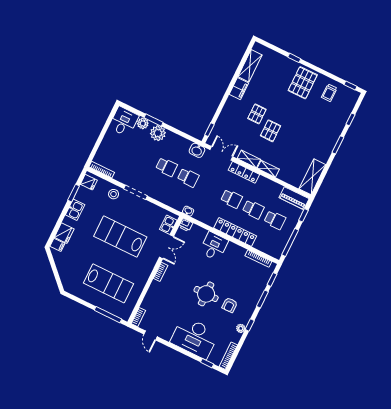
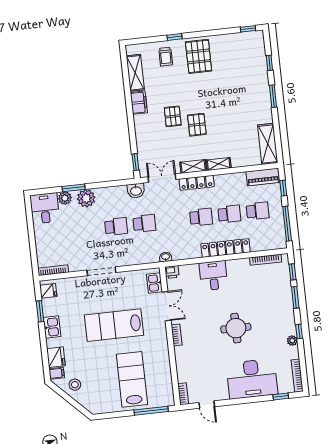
trolley: (329, 93) -> (166, 57), moved
stool: (114, 194) -> (75, 385), moved
lab bench: (108, 283) -> (132, 379), turned -90
armchair: (230, 305) -> (266, 324), removed

